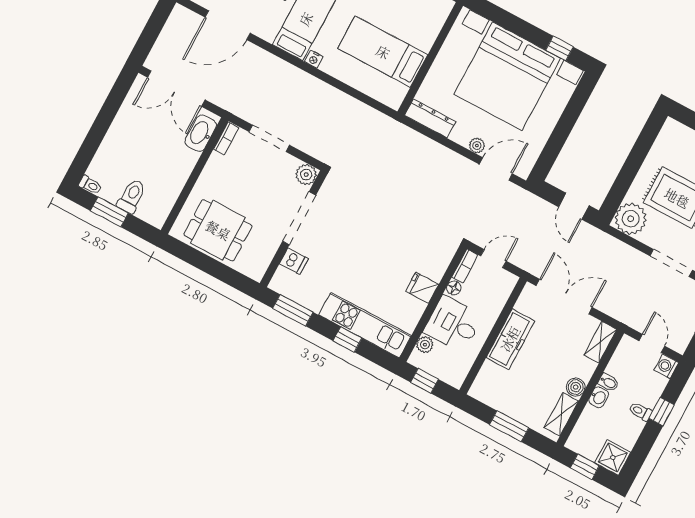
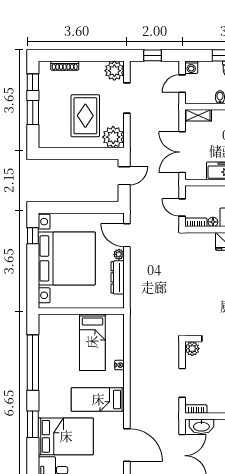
nightstand: (314, 59) -> (119, 365), moved
dresser: (430, 118) -> (118, 277), moved

